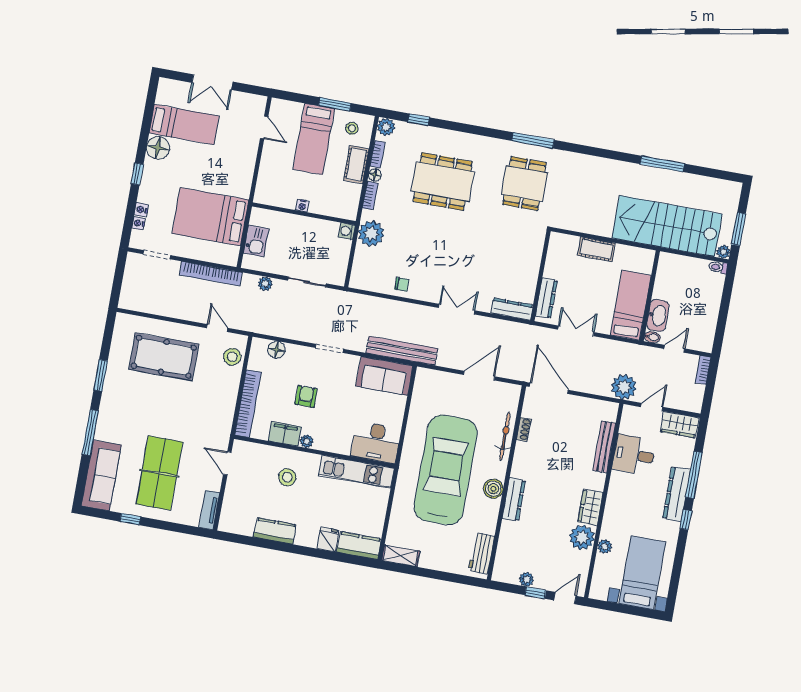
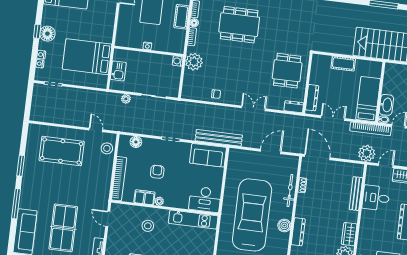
floor lamp: (158, 148) -> (47, 34), moved
dining table: (524, 183) -> (287, 71), moved
bookcase: (211, 274) -> (371, 129), moved
dresser: (512, 309) -> (294, 107), width x0.70

